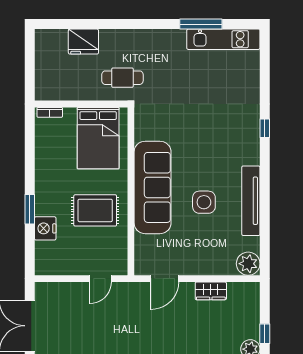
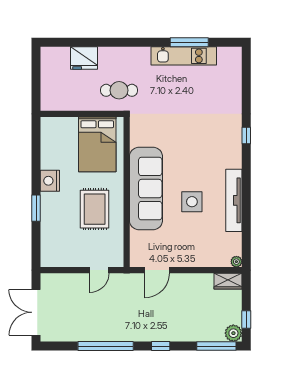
kitchen unit: (223, 39) -> (184, 56), moved
bookcase: (50, 112) -> (54, 121), removed
rug: (95, 210) -> (95, 209), turned 90
nightstand: (45, 228) -> (50, 181), moved
plant: (248, 264) -> (236, 262), width x0.53, depth x0.53
wardrobe: (211, 291) -> (228, 281), moved

